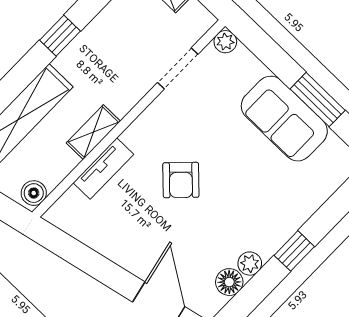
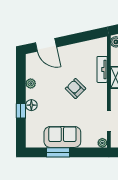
window: (294, 251) -> (21, 111), moved
floor lamp: (229, 282) -> (31, 105), moved

